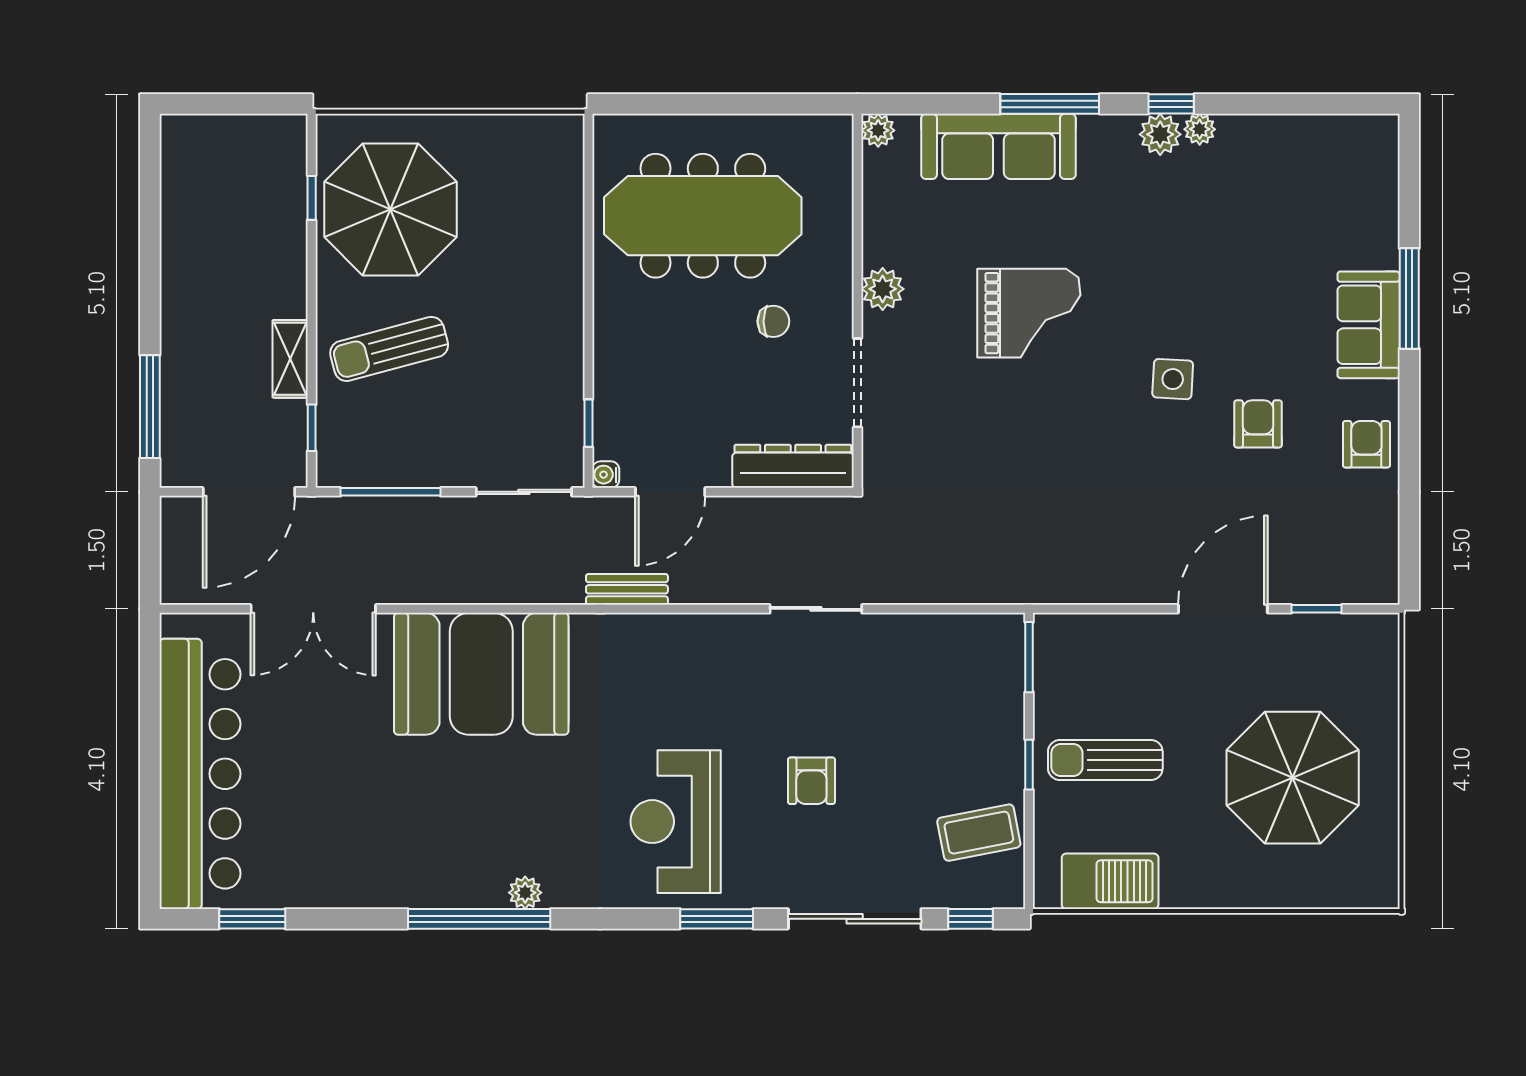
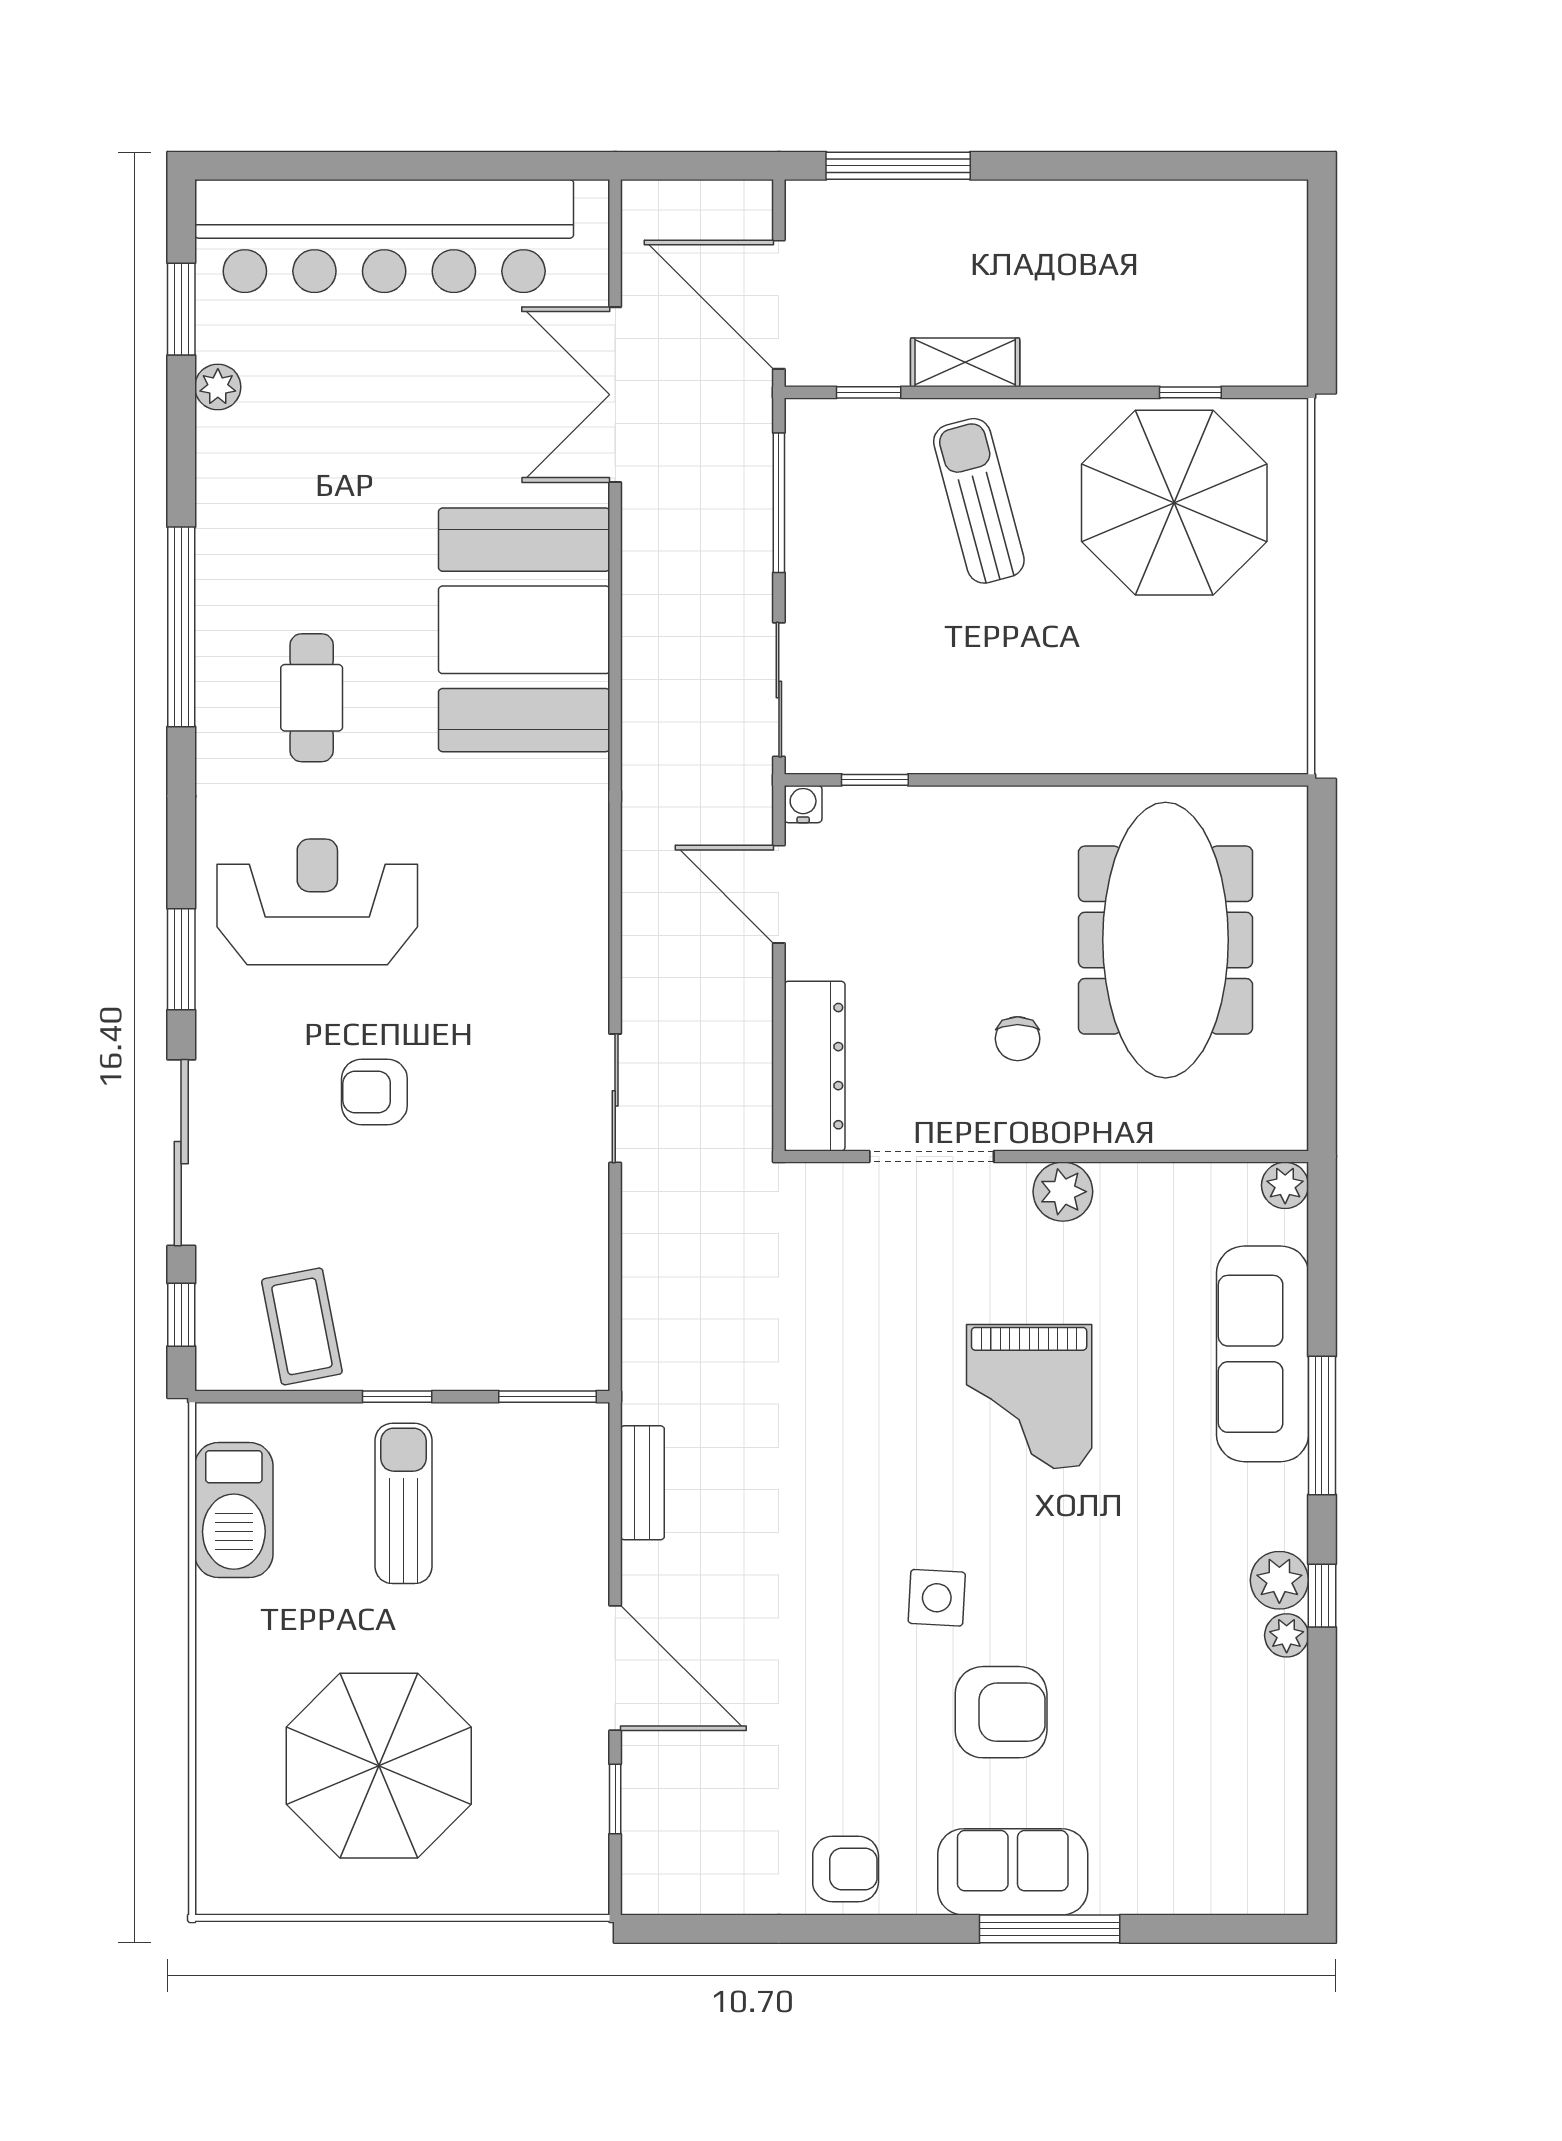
armchair: (1258, 424) -> (1001, 1712), moved, width x1.38, depth x1.38
bench: (627, 589) -> (642, 1483), moved
cafe table: (530, 826) -> (312, 698), added
plant: (525, 893) -> (218, 387), moved

